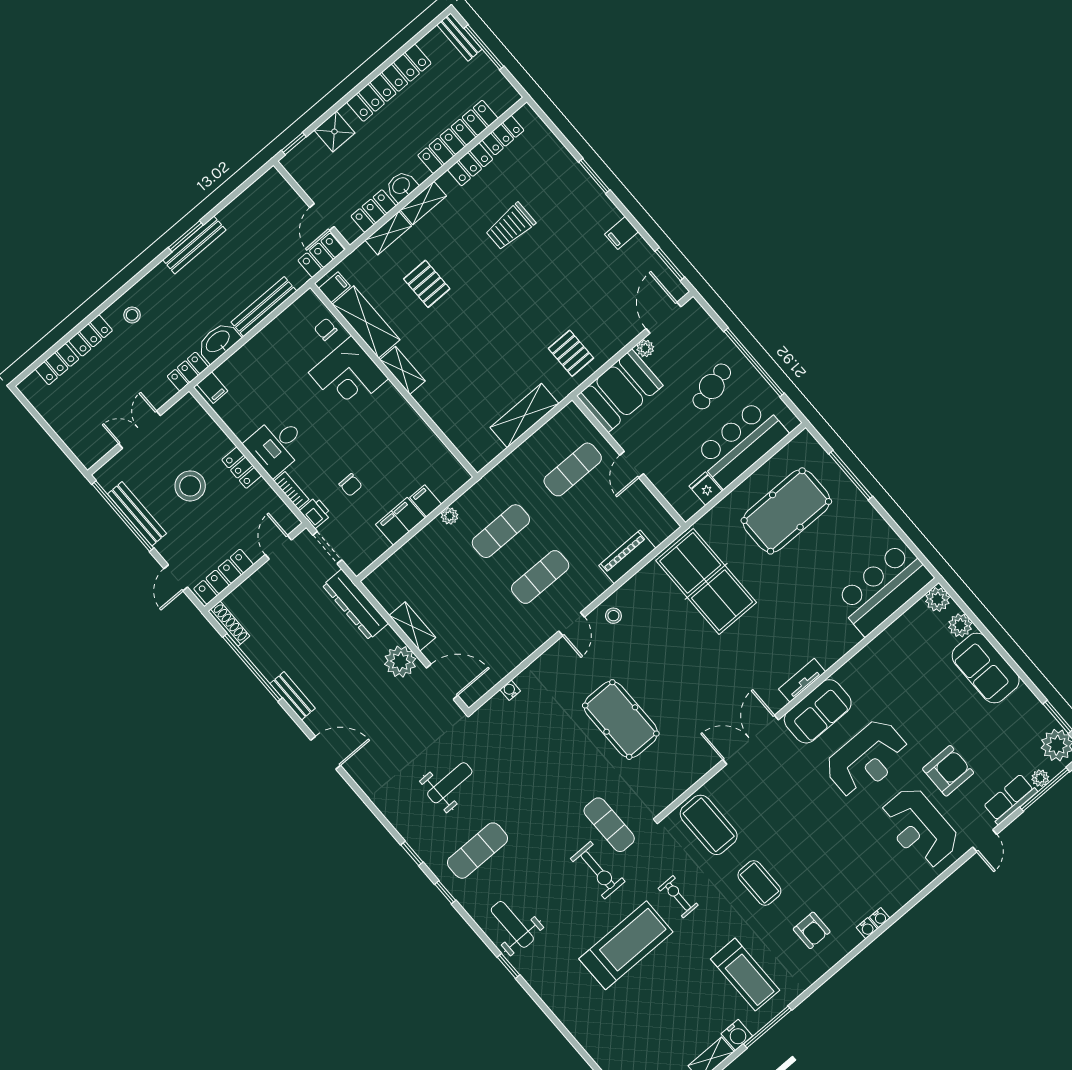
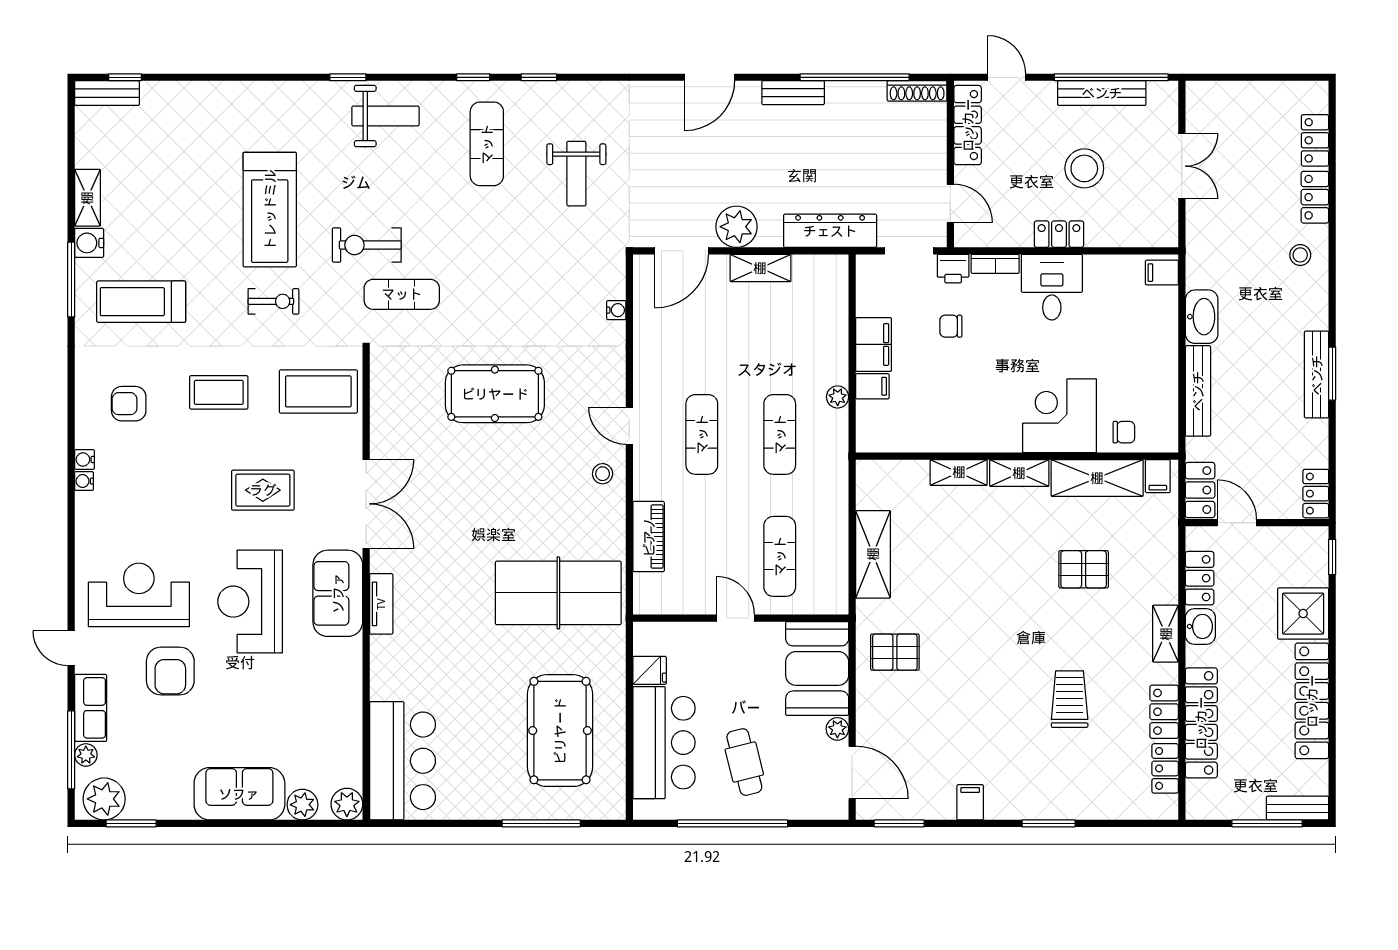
shower: (334, 131) -> (1303, 614), width x1.36, depth x1.36
shelving: (388, 233) -> (959, 472), moved, turned 90
locker: (188, 372) -> (1316, 494), moved, turned 180
rug: (795, 808) -> (263, 490), added

